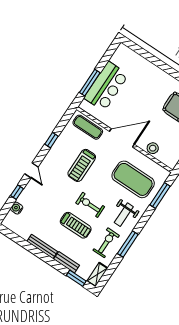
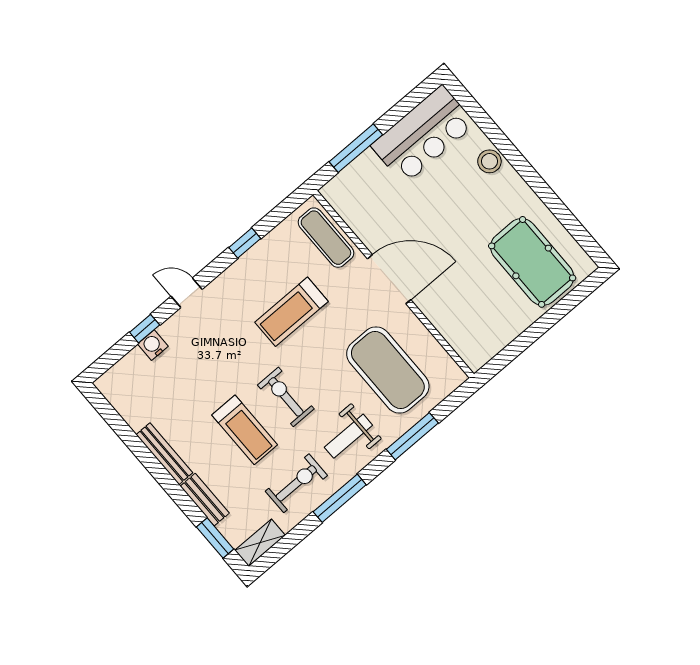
bar counter: (106, 86) -> (423, 135), moved
stool: (153, 148) -> (489, 161), moved
door: (31, 170) -> (187, 293), swing flipped
window: (160, 195) -> (412, 436), moved
water cooler: (17, 208) -> (153, 345), moved

